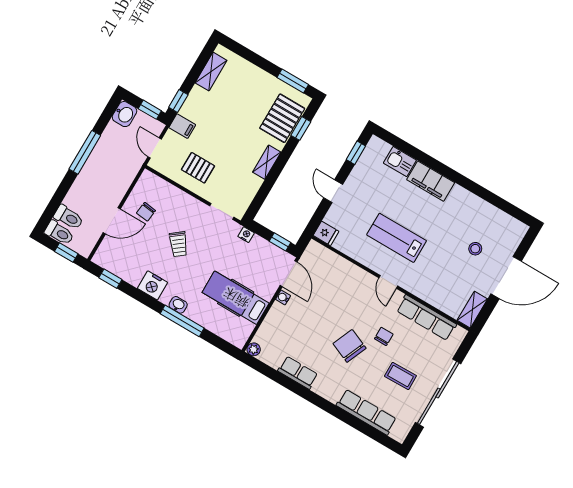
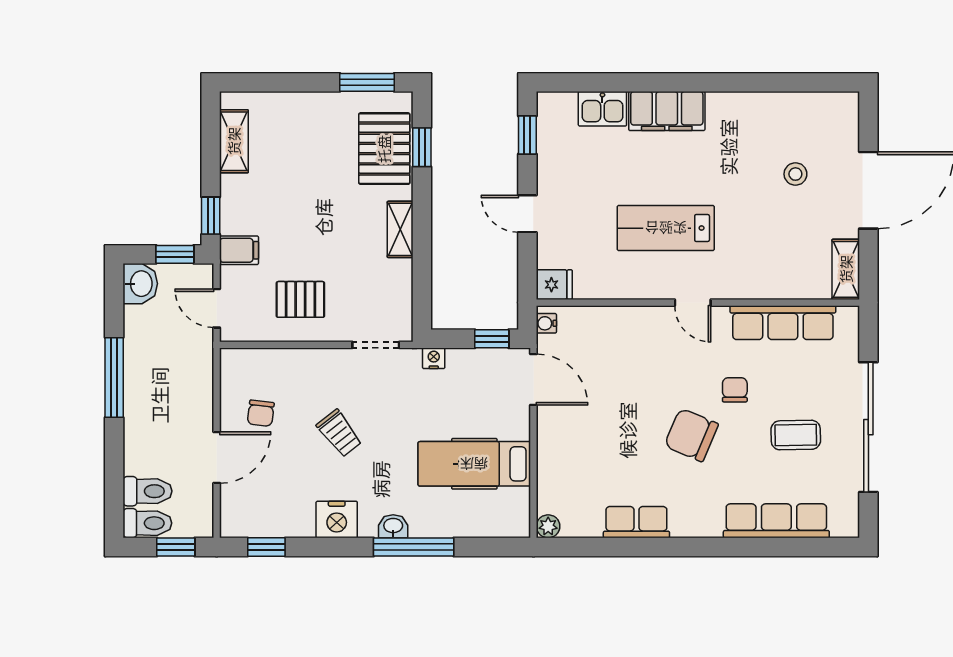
water cooler: (283, 297) -> (546, 323), moved

